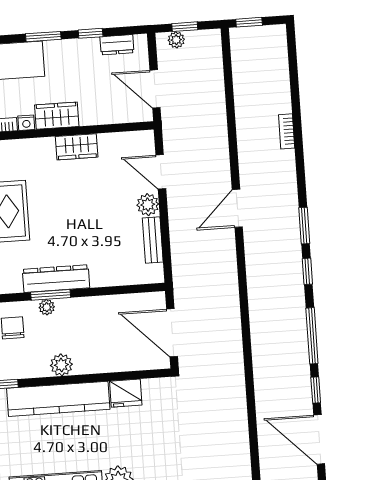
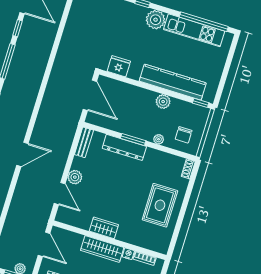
wardrobe: (57, 116) -> (102, 249), width x1.50
bench: (153, 240) -> (84, 142), moved
dresser: (56, 279) -> (124, 147), moved
window: (51, 295) -> (133, 140), moved
fridge: (126, 393) -> (119, 66), moved

